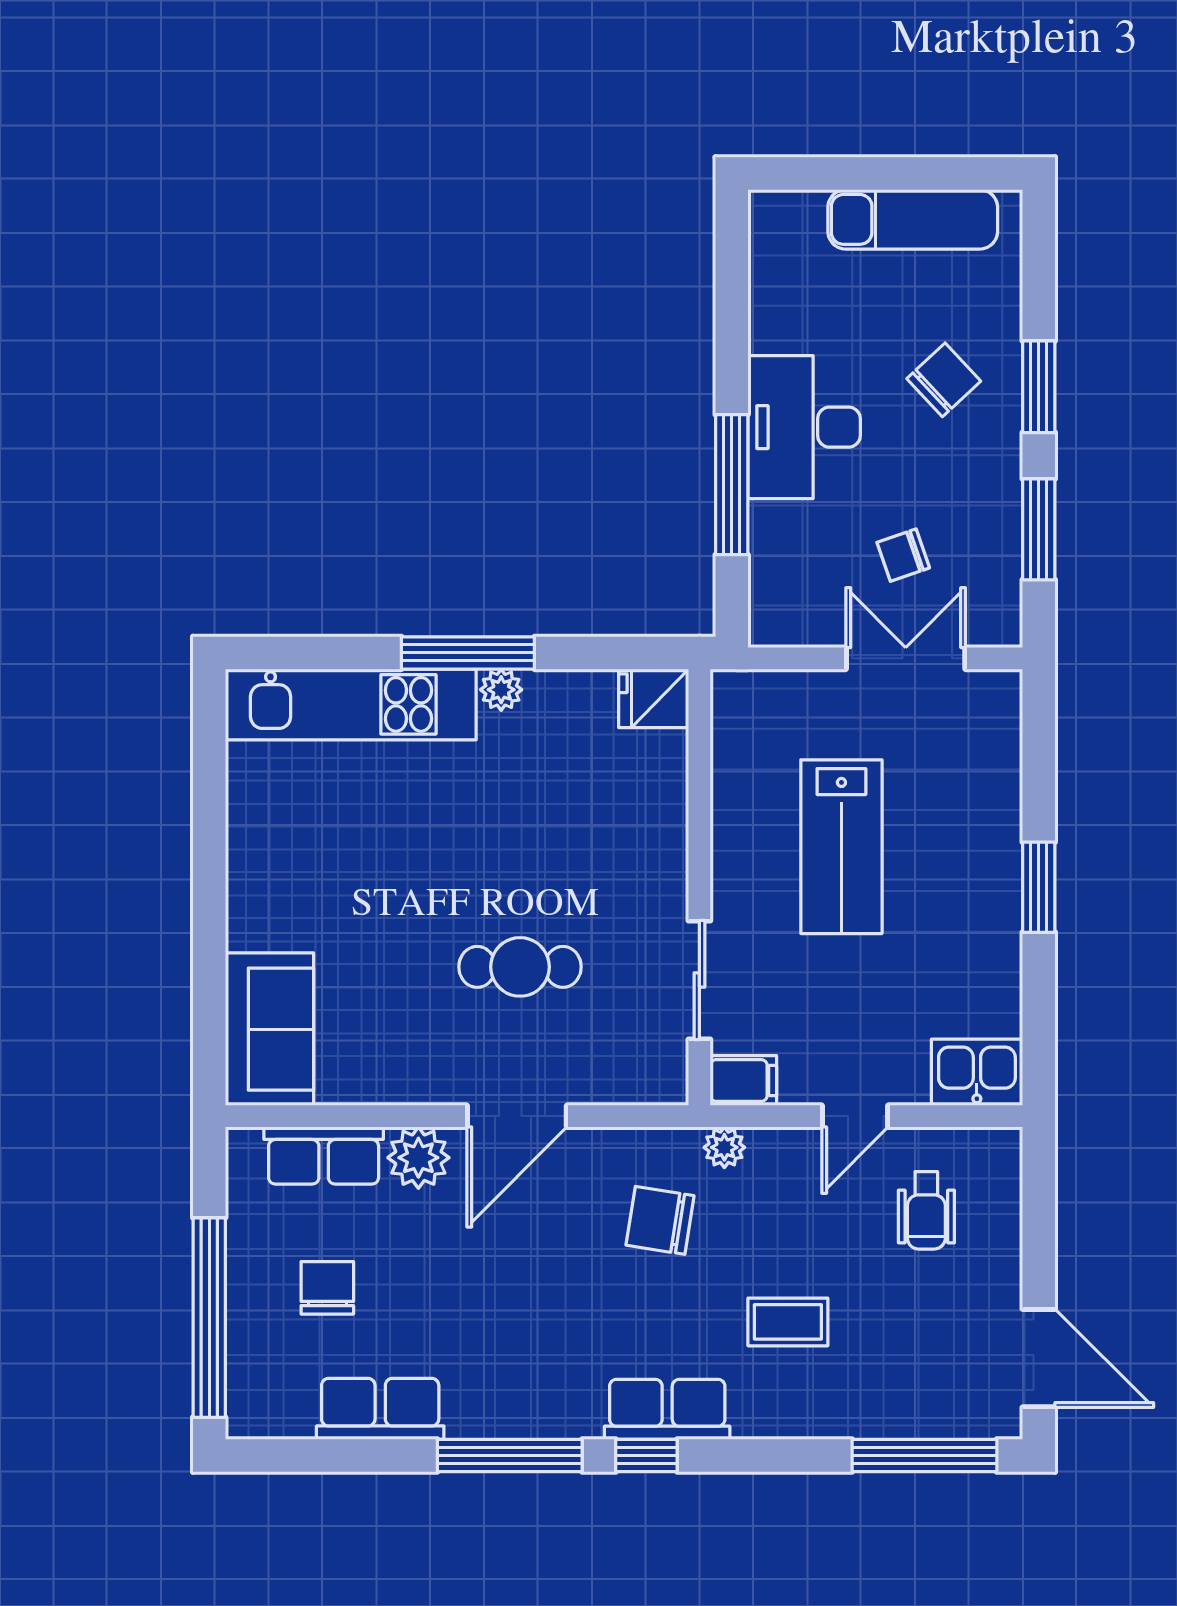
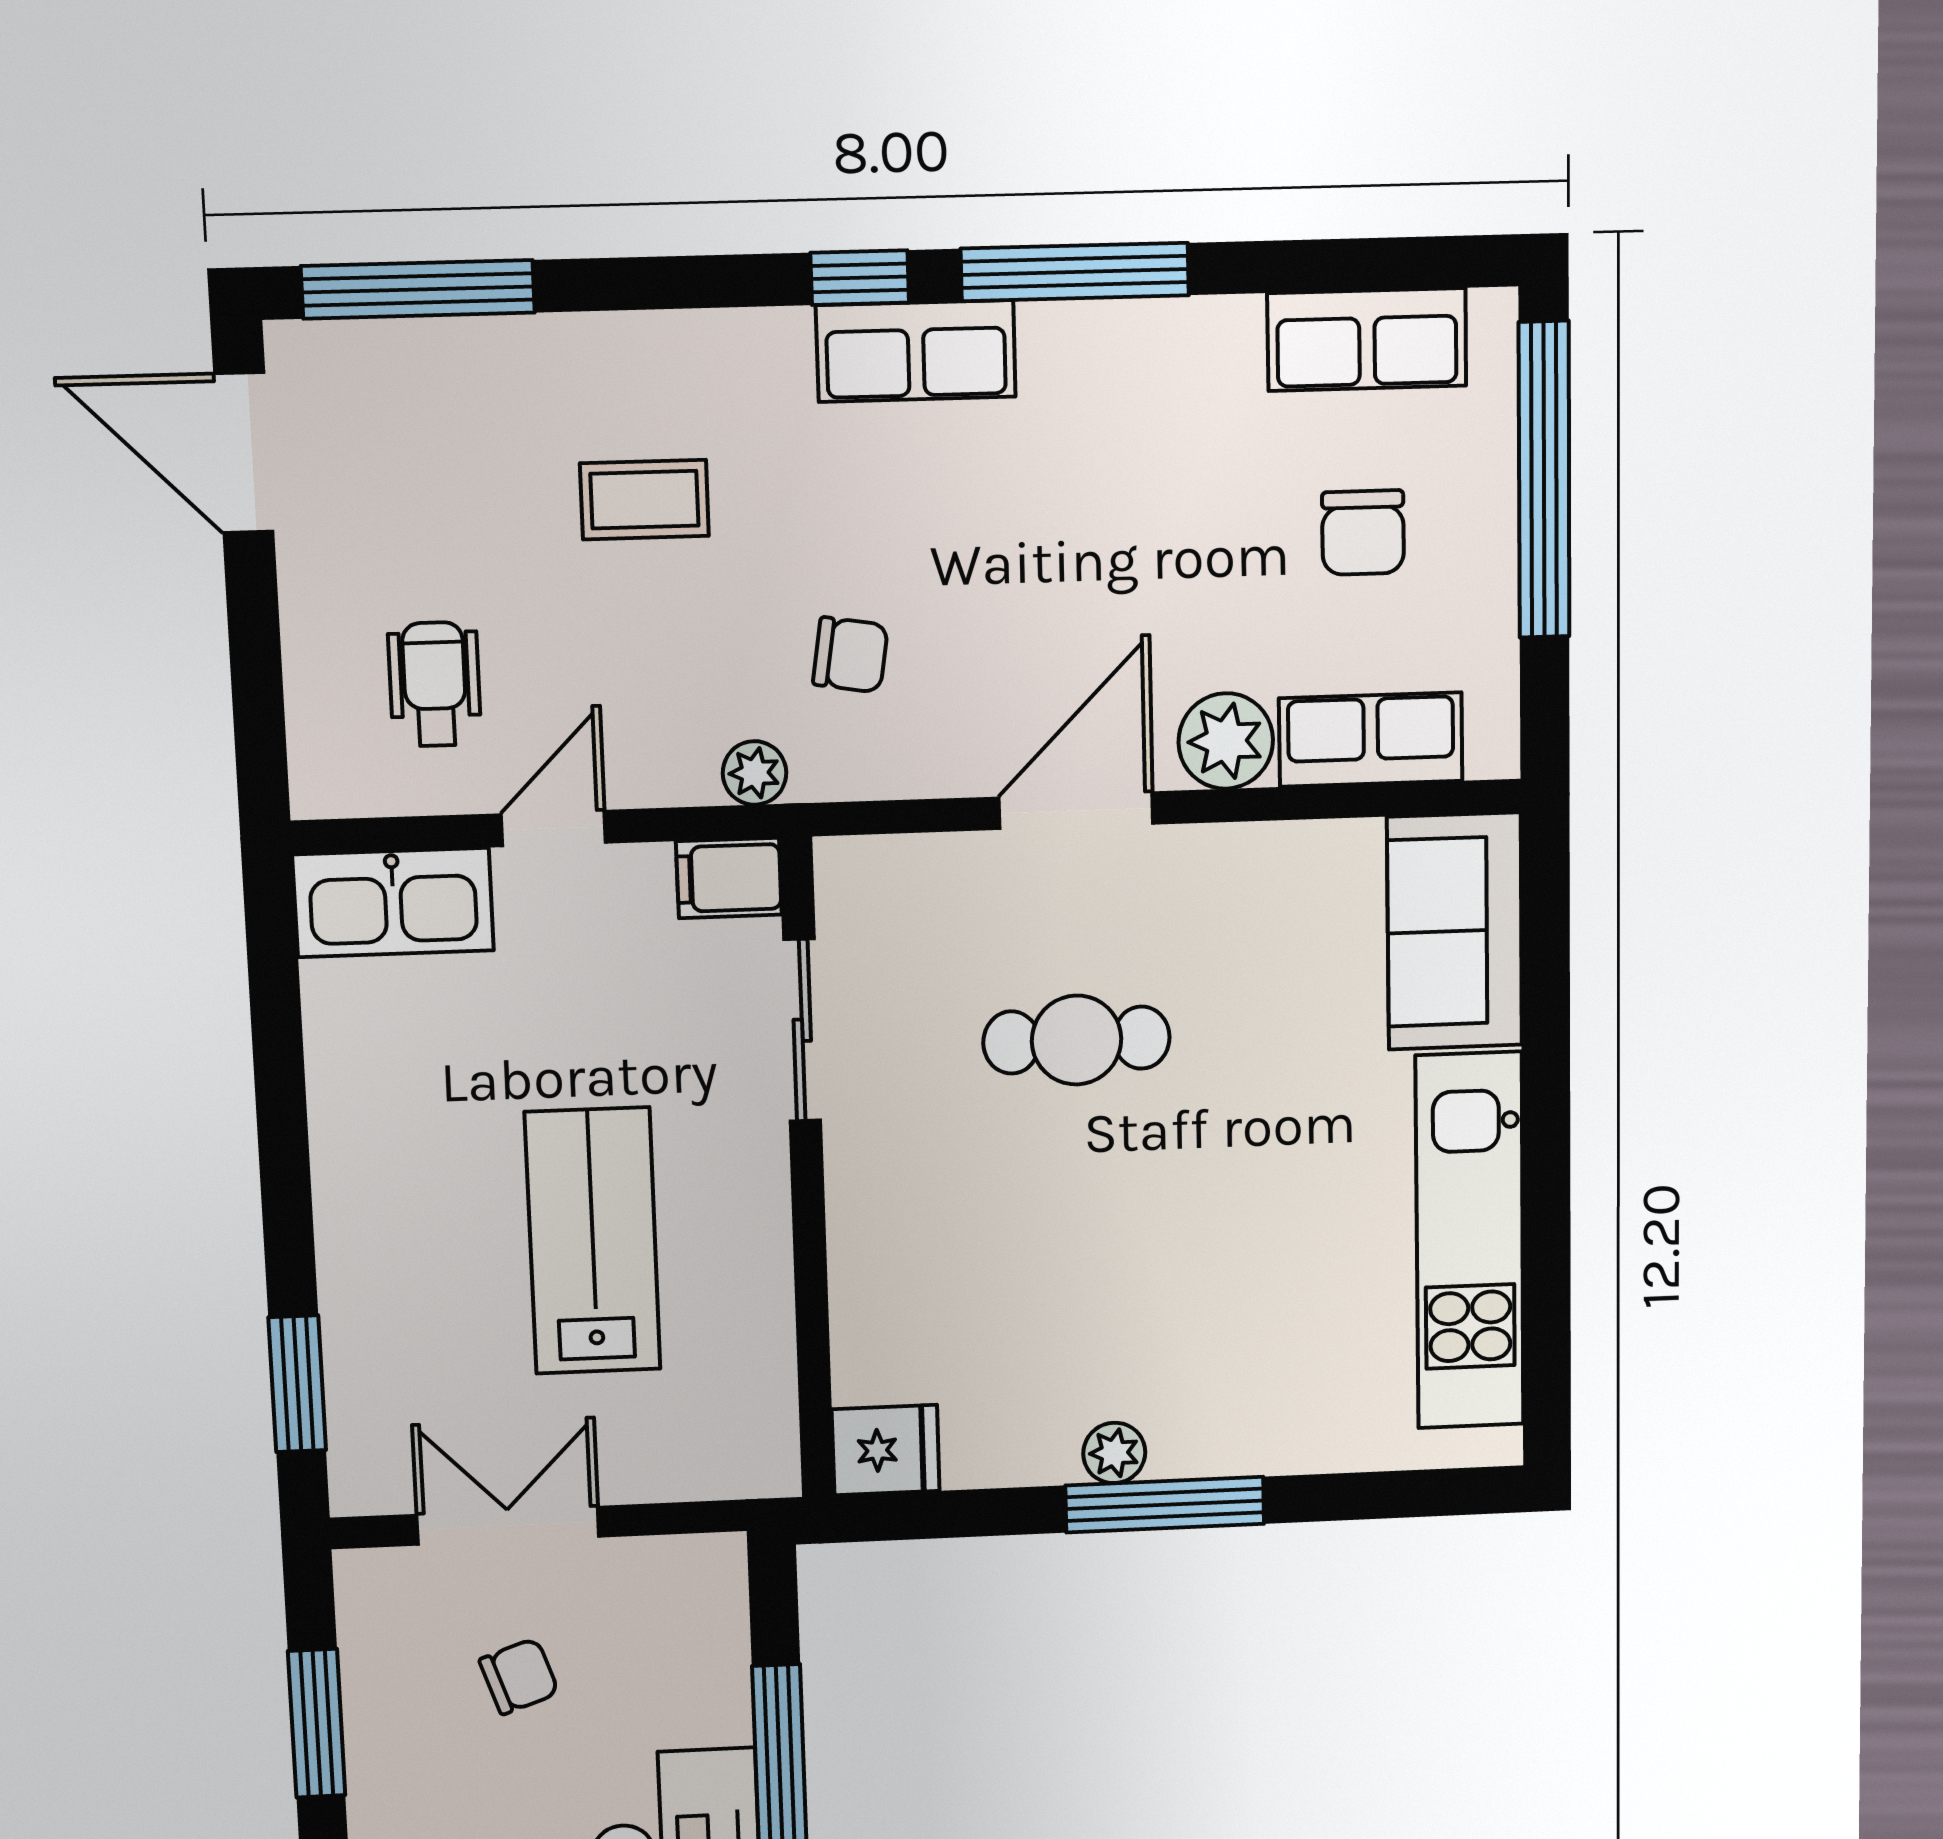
double door: (906, 658) -> (508, 1526), swing flipped
kitchen unit: (351, 704) -> (1470, 1241), moved, turned -90
window: (1039, 887) -> (297, 1384), moved
kitchen sink: (977, 1072) -> (393, 903), width x1.38
chair: (660, 1220) -> (850, 655), width x0.73, depth x0.73
row of seats: (380, 1409) -> (1367, 339), moved
row of seats: (667, 1409) -> (916, 351), moved

